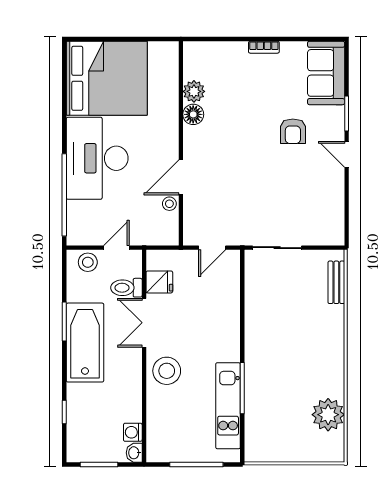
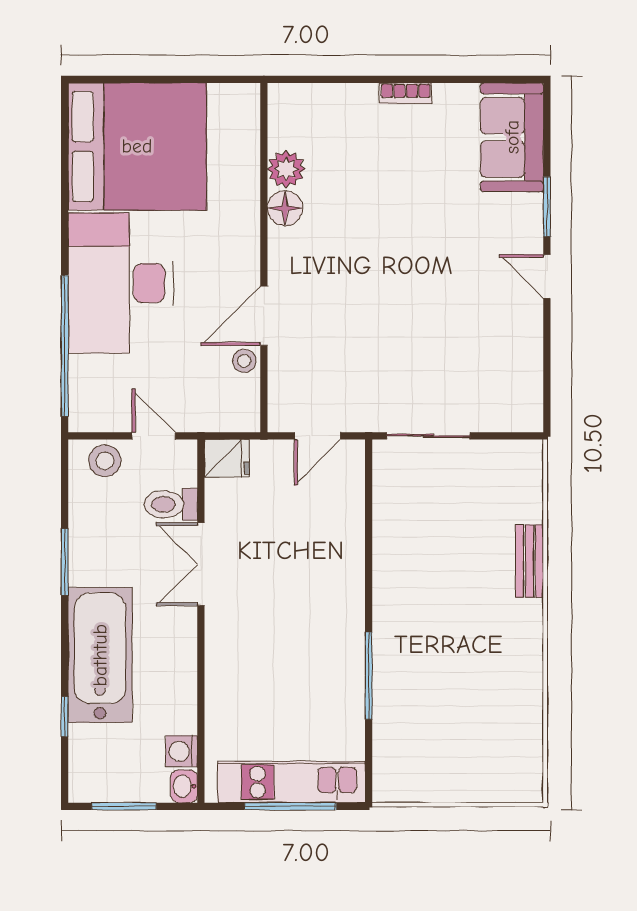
armchair: (293, 131) -> (455, 237), removed
door: (116, 248) -> (154, 436), hinge flipped
fridge: (159, 282) -> (227, 458), moved
bench: (336, 282) -> (530, 561), moved
bathtub: (85, 343) -> (100, 655), moved
stool: (167, 371) -> (240, 646), removed
kitchen unit: (228, 406) -> (291, 782), moved, turned 90
plant: (328, 415) -> (515, 721), removed

